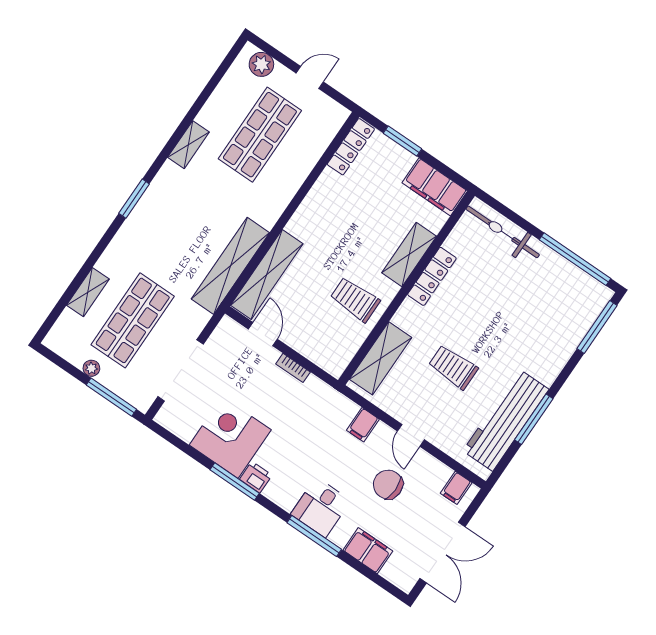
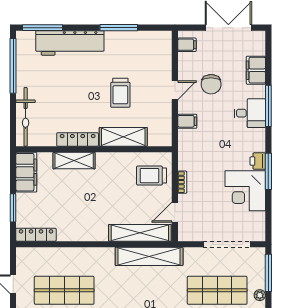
trolley: (355, 300) -> (152, 176), moved, turned 90
shelving: (381, 358) -> (123, 137), moved
workbench: (506, 420) -> (70, 43), moved

